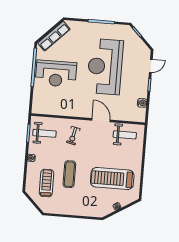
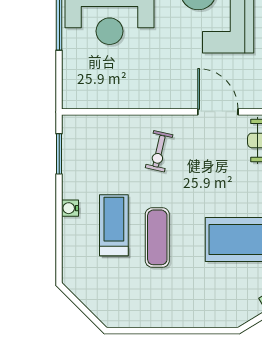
weight bench: (44, 133) -> (95, 151), removed
treadmill: (47, 183) -> (114, 225), moved

